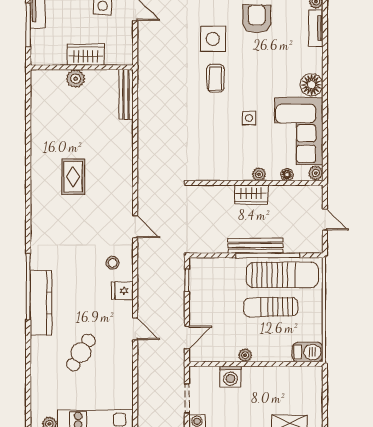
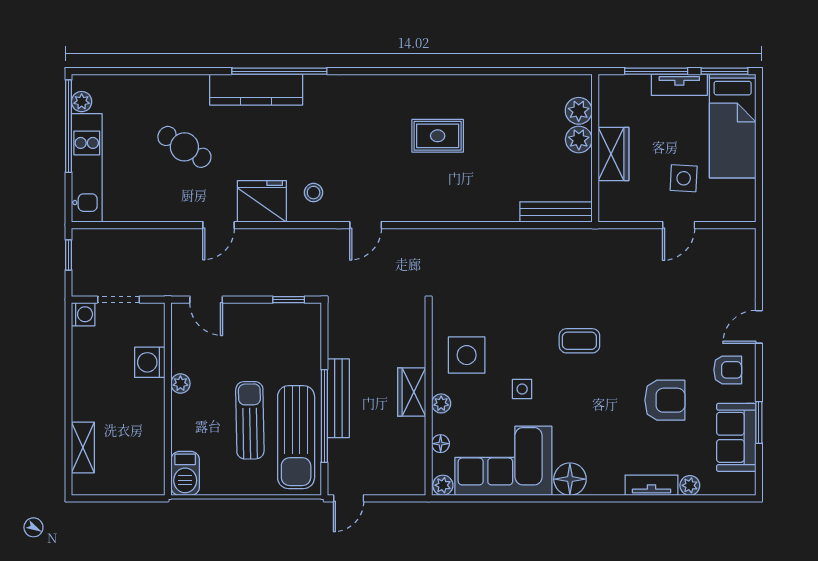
side table: (213, 39) -> (467, 355), moved
plant: (56, 79) -> (579, 111), added
door: (325, 219) -> (349, 498), moved
fridge: (122, 291) -> (262, 201), width x1.88, depth x1.34

